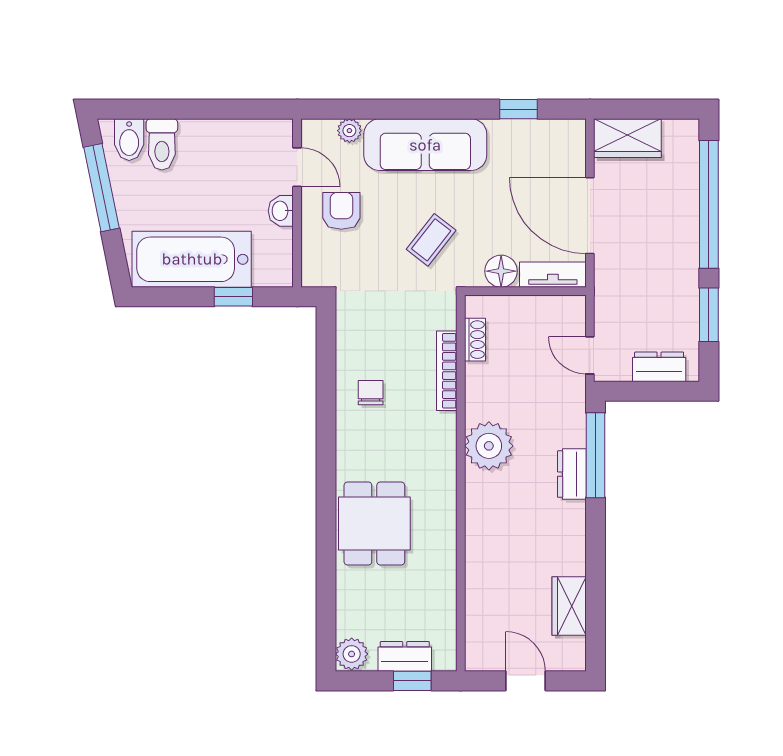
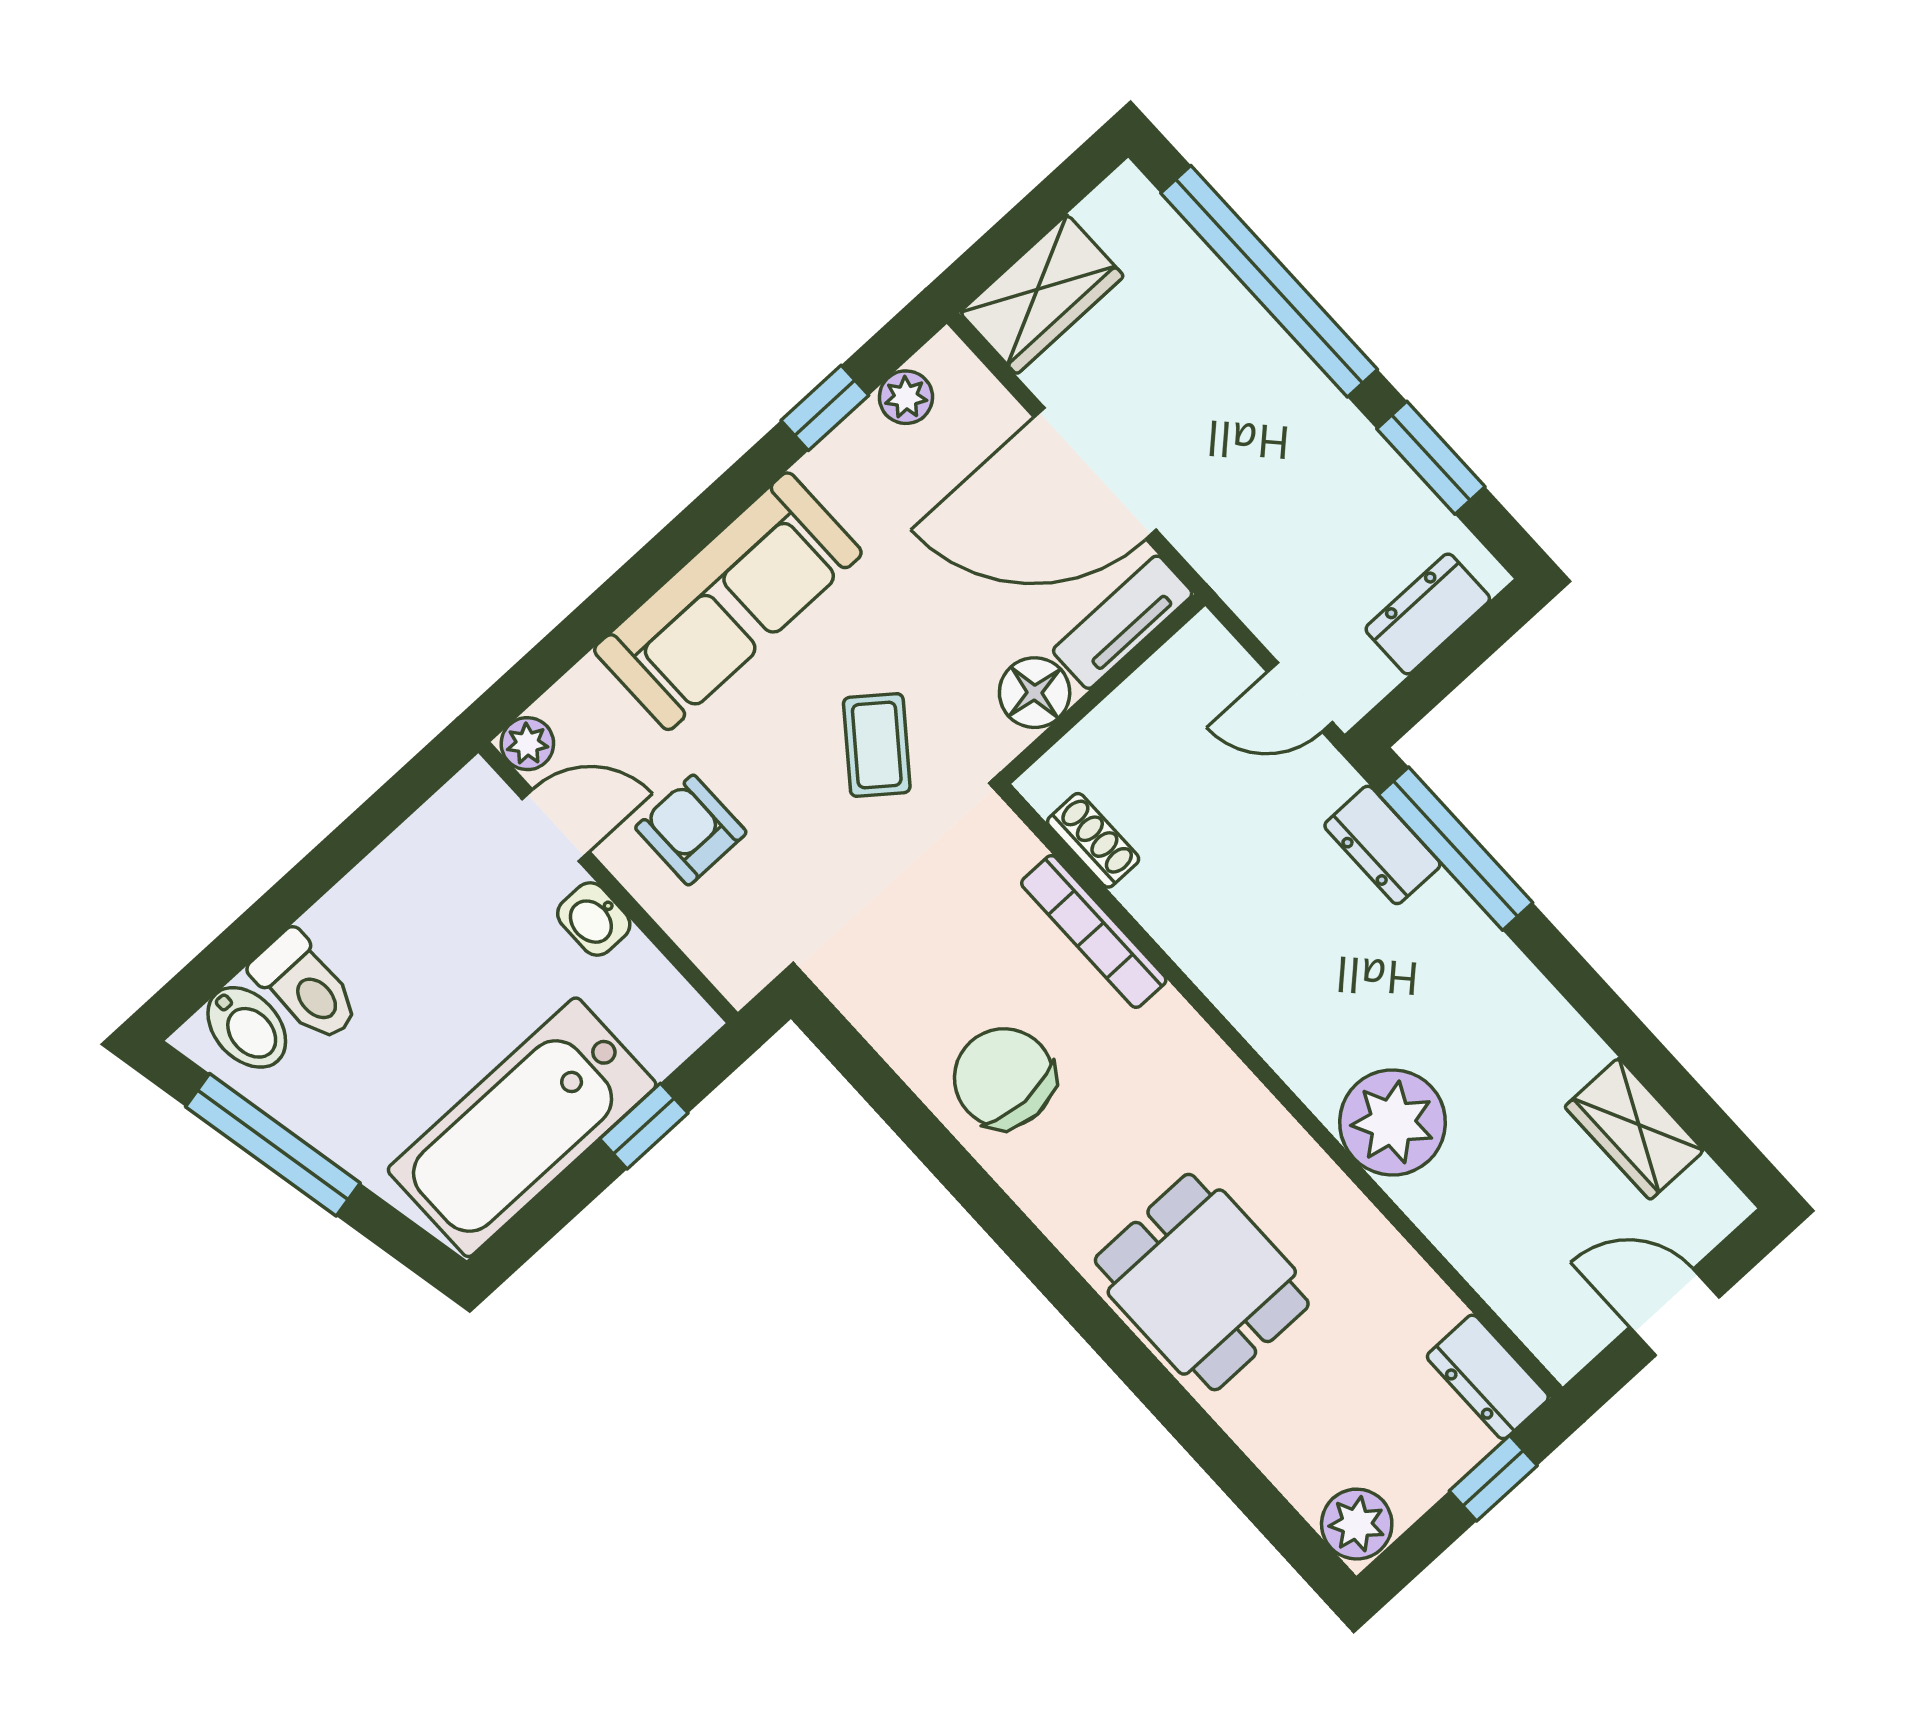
plant: (349, 131) -> (527, 744), moved
plant: (549, 131) -> (906, 397), added
chair: (371, 393) -> (1004, 1078), width x1.87, depth x1.87
plant: (489, 446) -> (1393, 1122), moved
dresser: (572, 474) -> (1382, 845), moved
dresser: (405, 656) -> (1488, 1377), moved, turned -90

